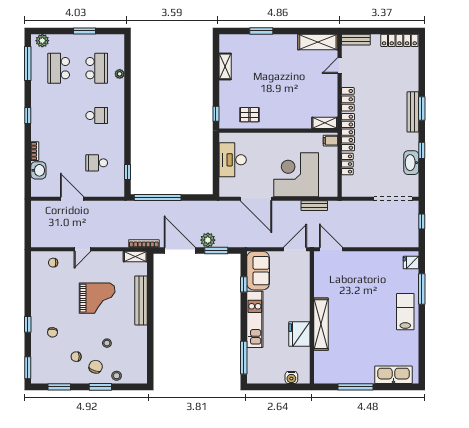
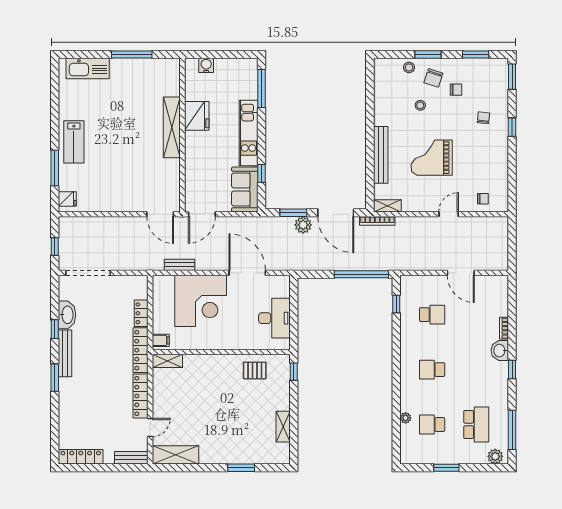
school desk: (97, 68) -> (432, 424), width x0.54
locker: (348, 99) -> (141, 396), width x1.53
bench: (413, 112) -> (65, 353), moved
washbasin: (38, 170) -> (500, 351), moved

